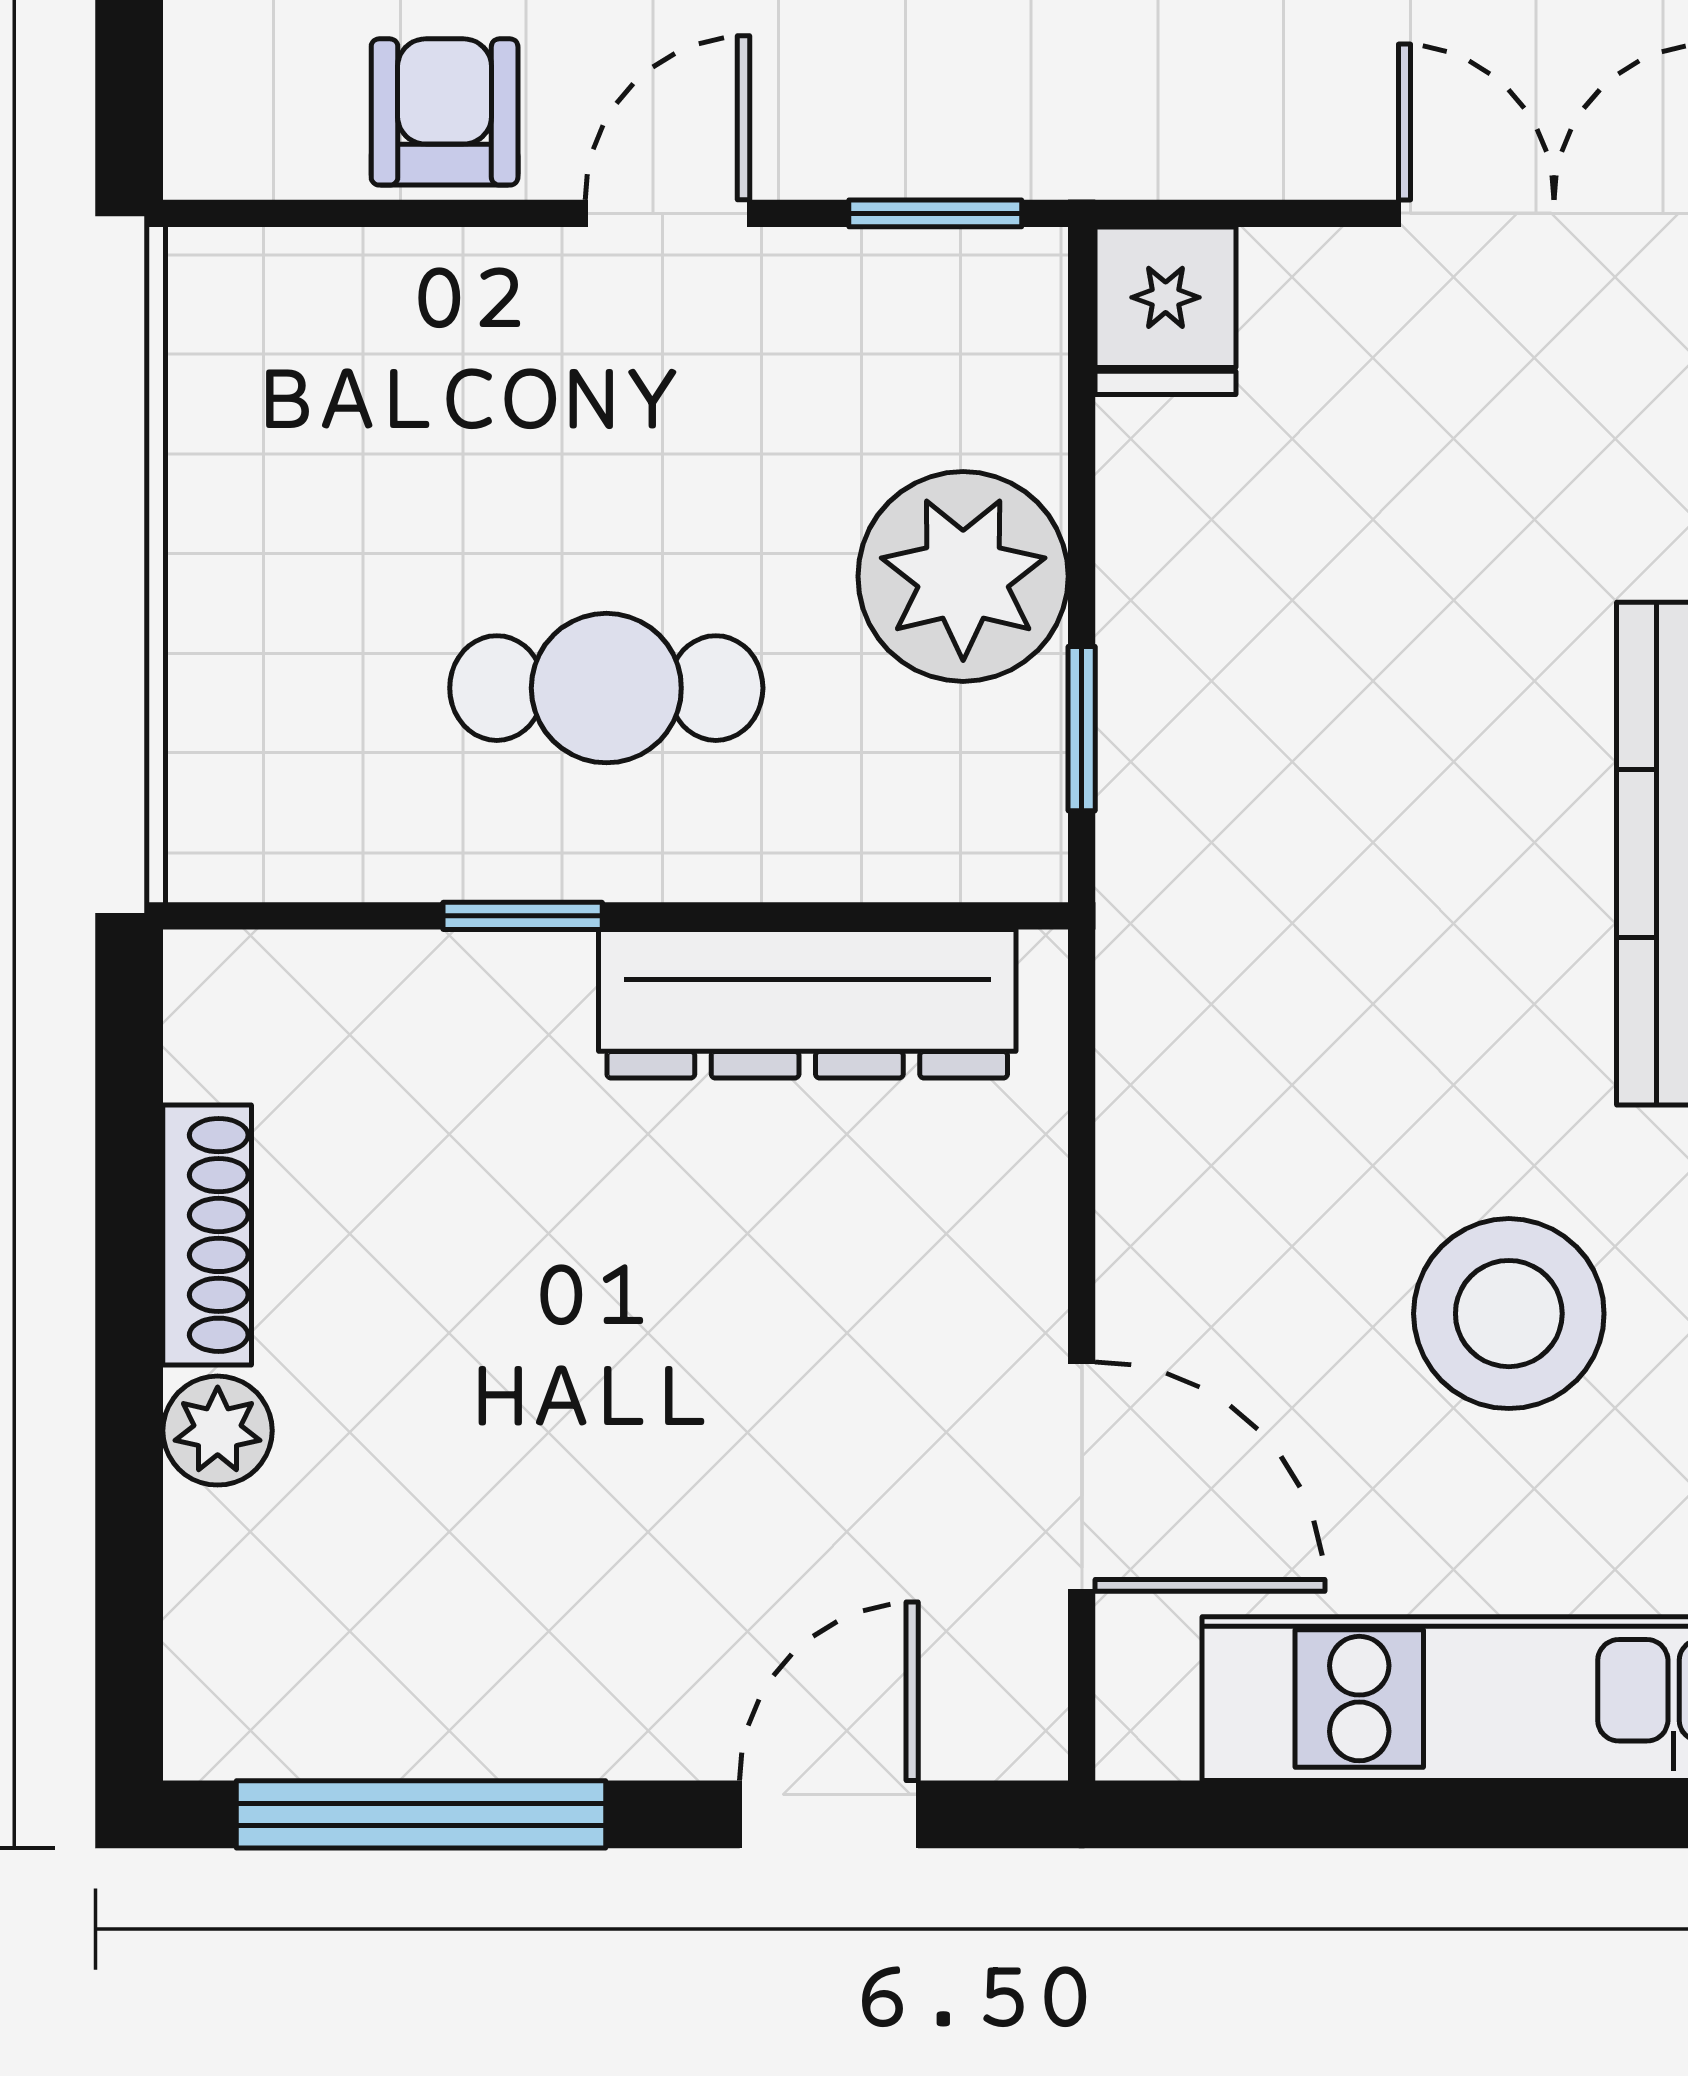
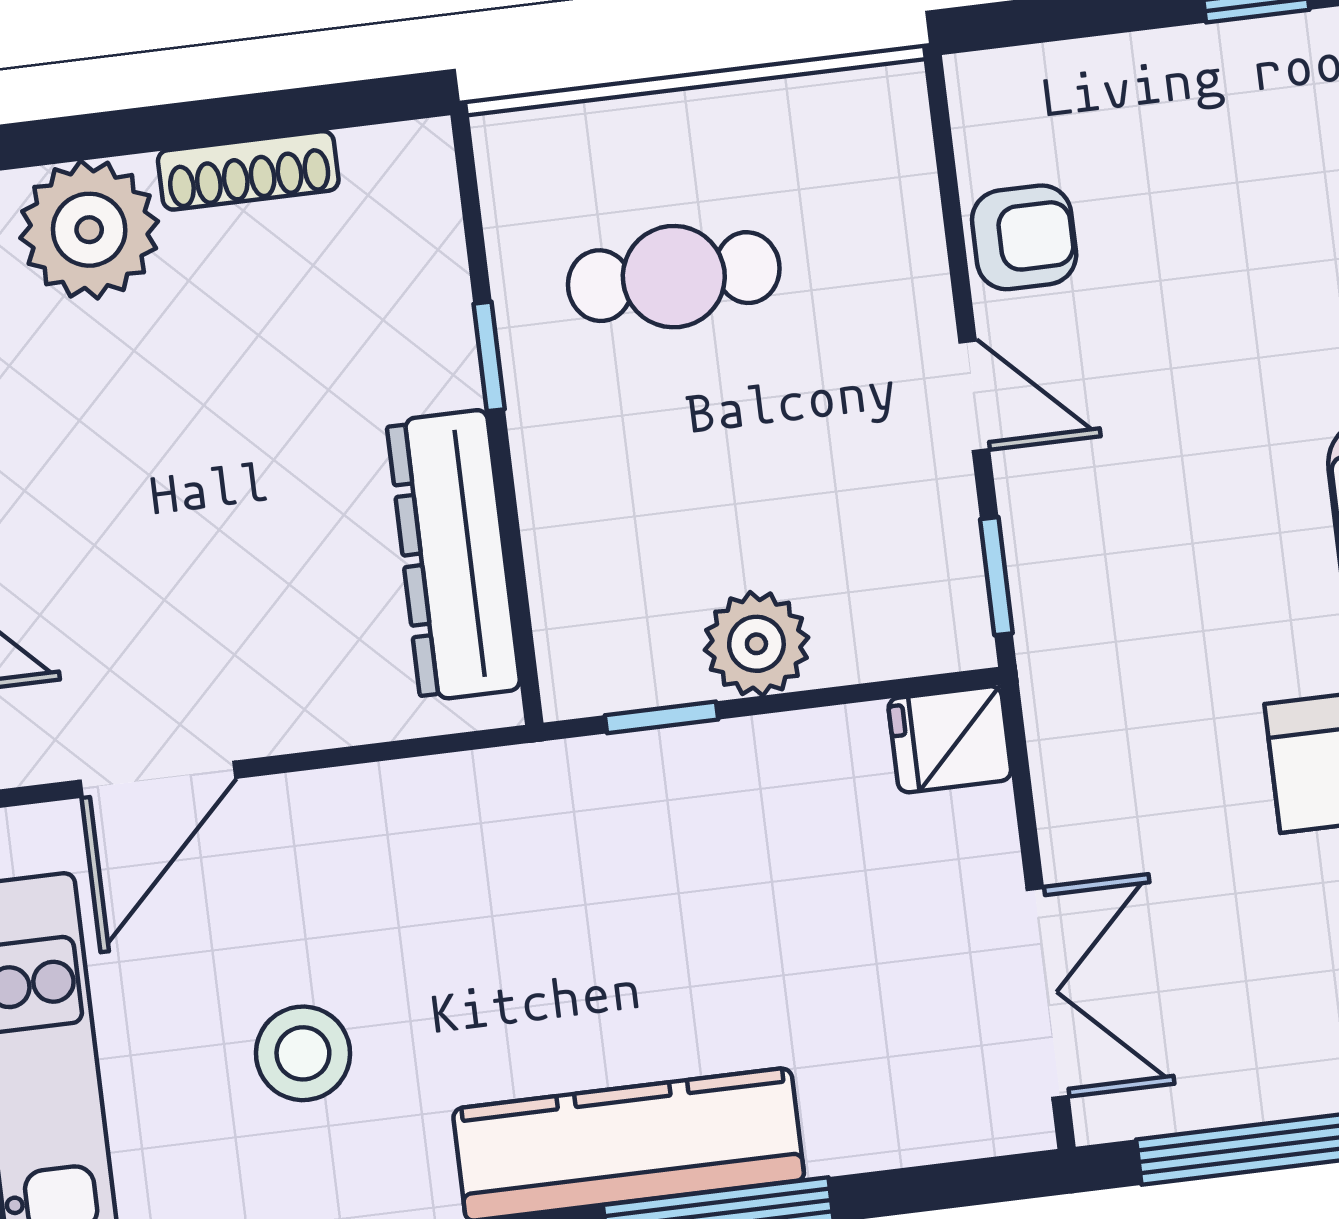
plant: (963, 576) -> (756, 644), width x0.73, depth x0.73
cafe table: (606, 688) -> (674, 277), moved, turned 90
stool: (1509, 1314) -> (303, 1053), width x0.73, depth x0.73
plant: (218, 1431) -> (89, 230), width x1.88, depth x1.88

